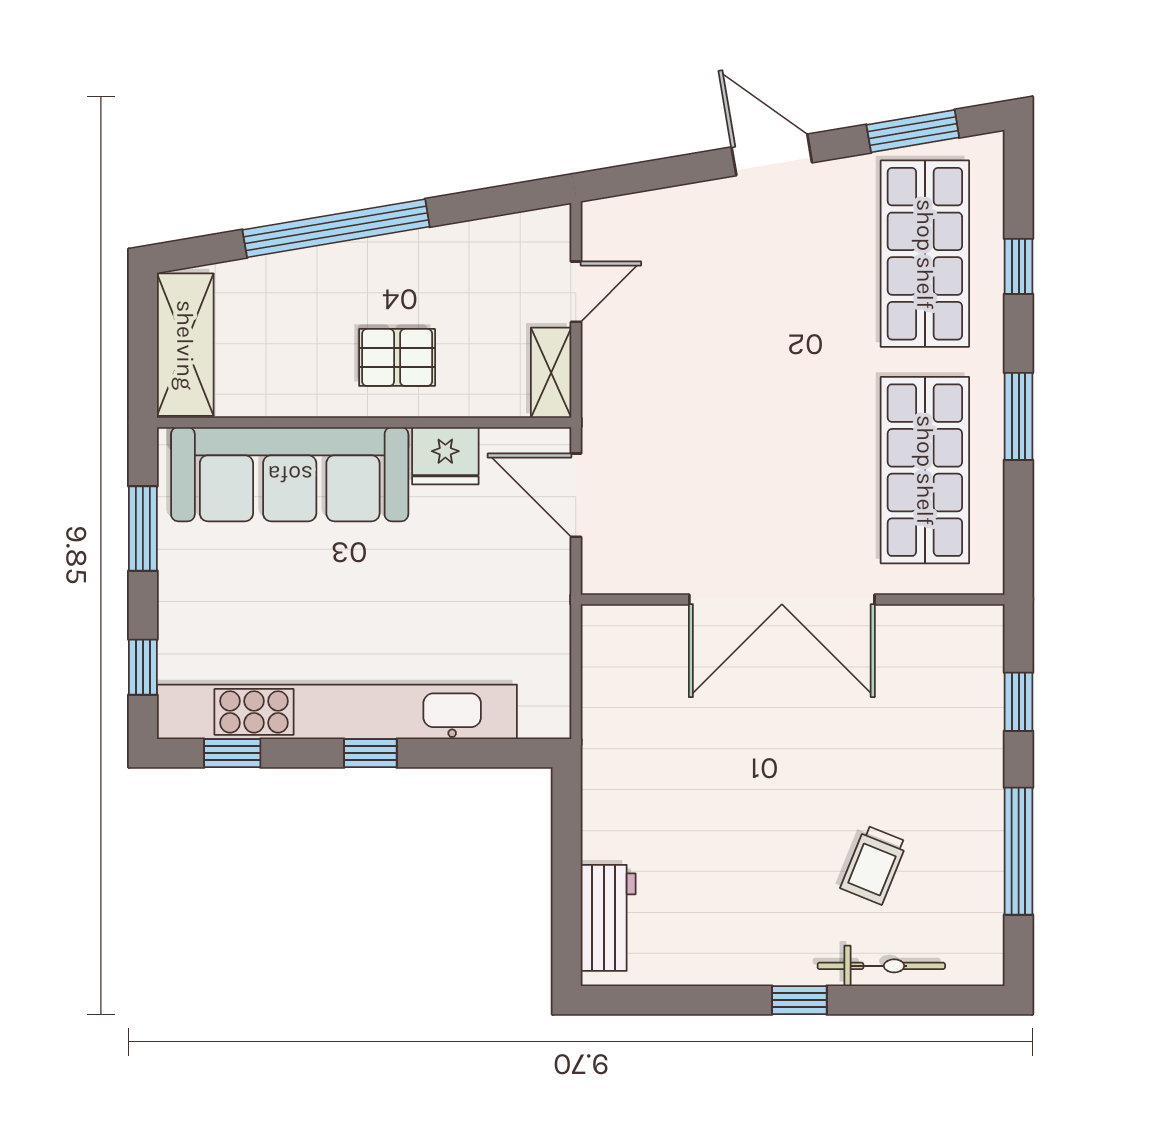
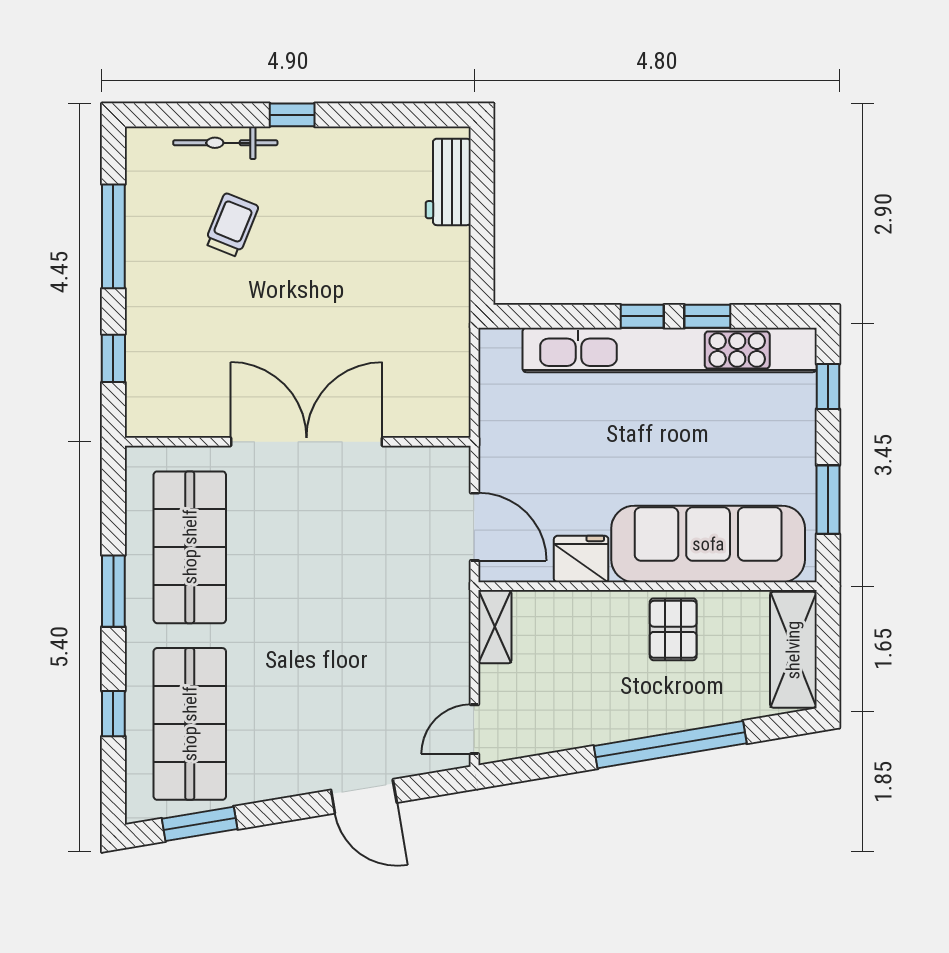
door: (772, 155) -> (364, 796), moved
door: (576, 292) -> (474, 729), moved
pallet: (397, 357) -> (673, 629), moved, turned 90
window: (232, 753) -> (707, 316), moved

